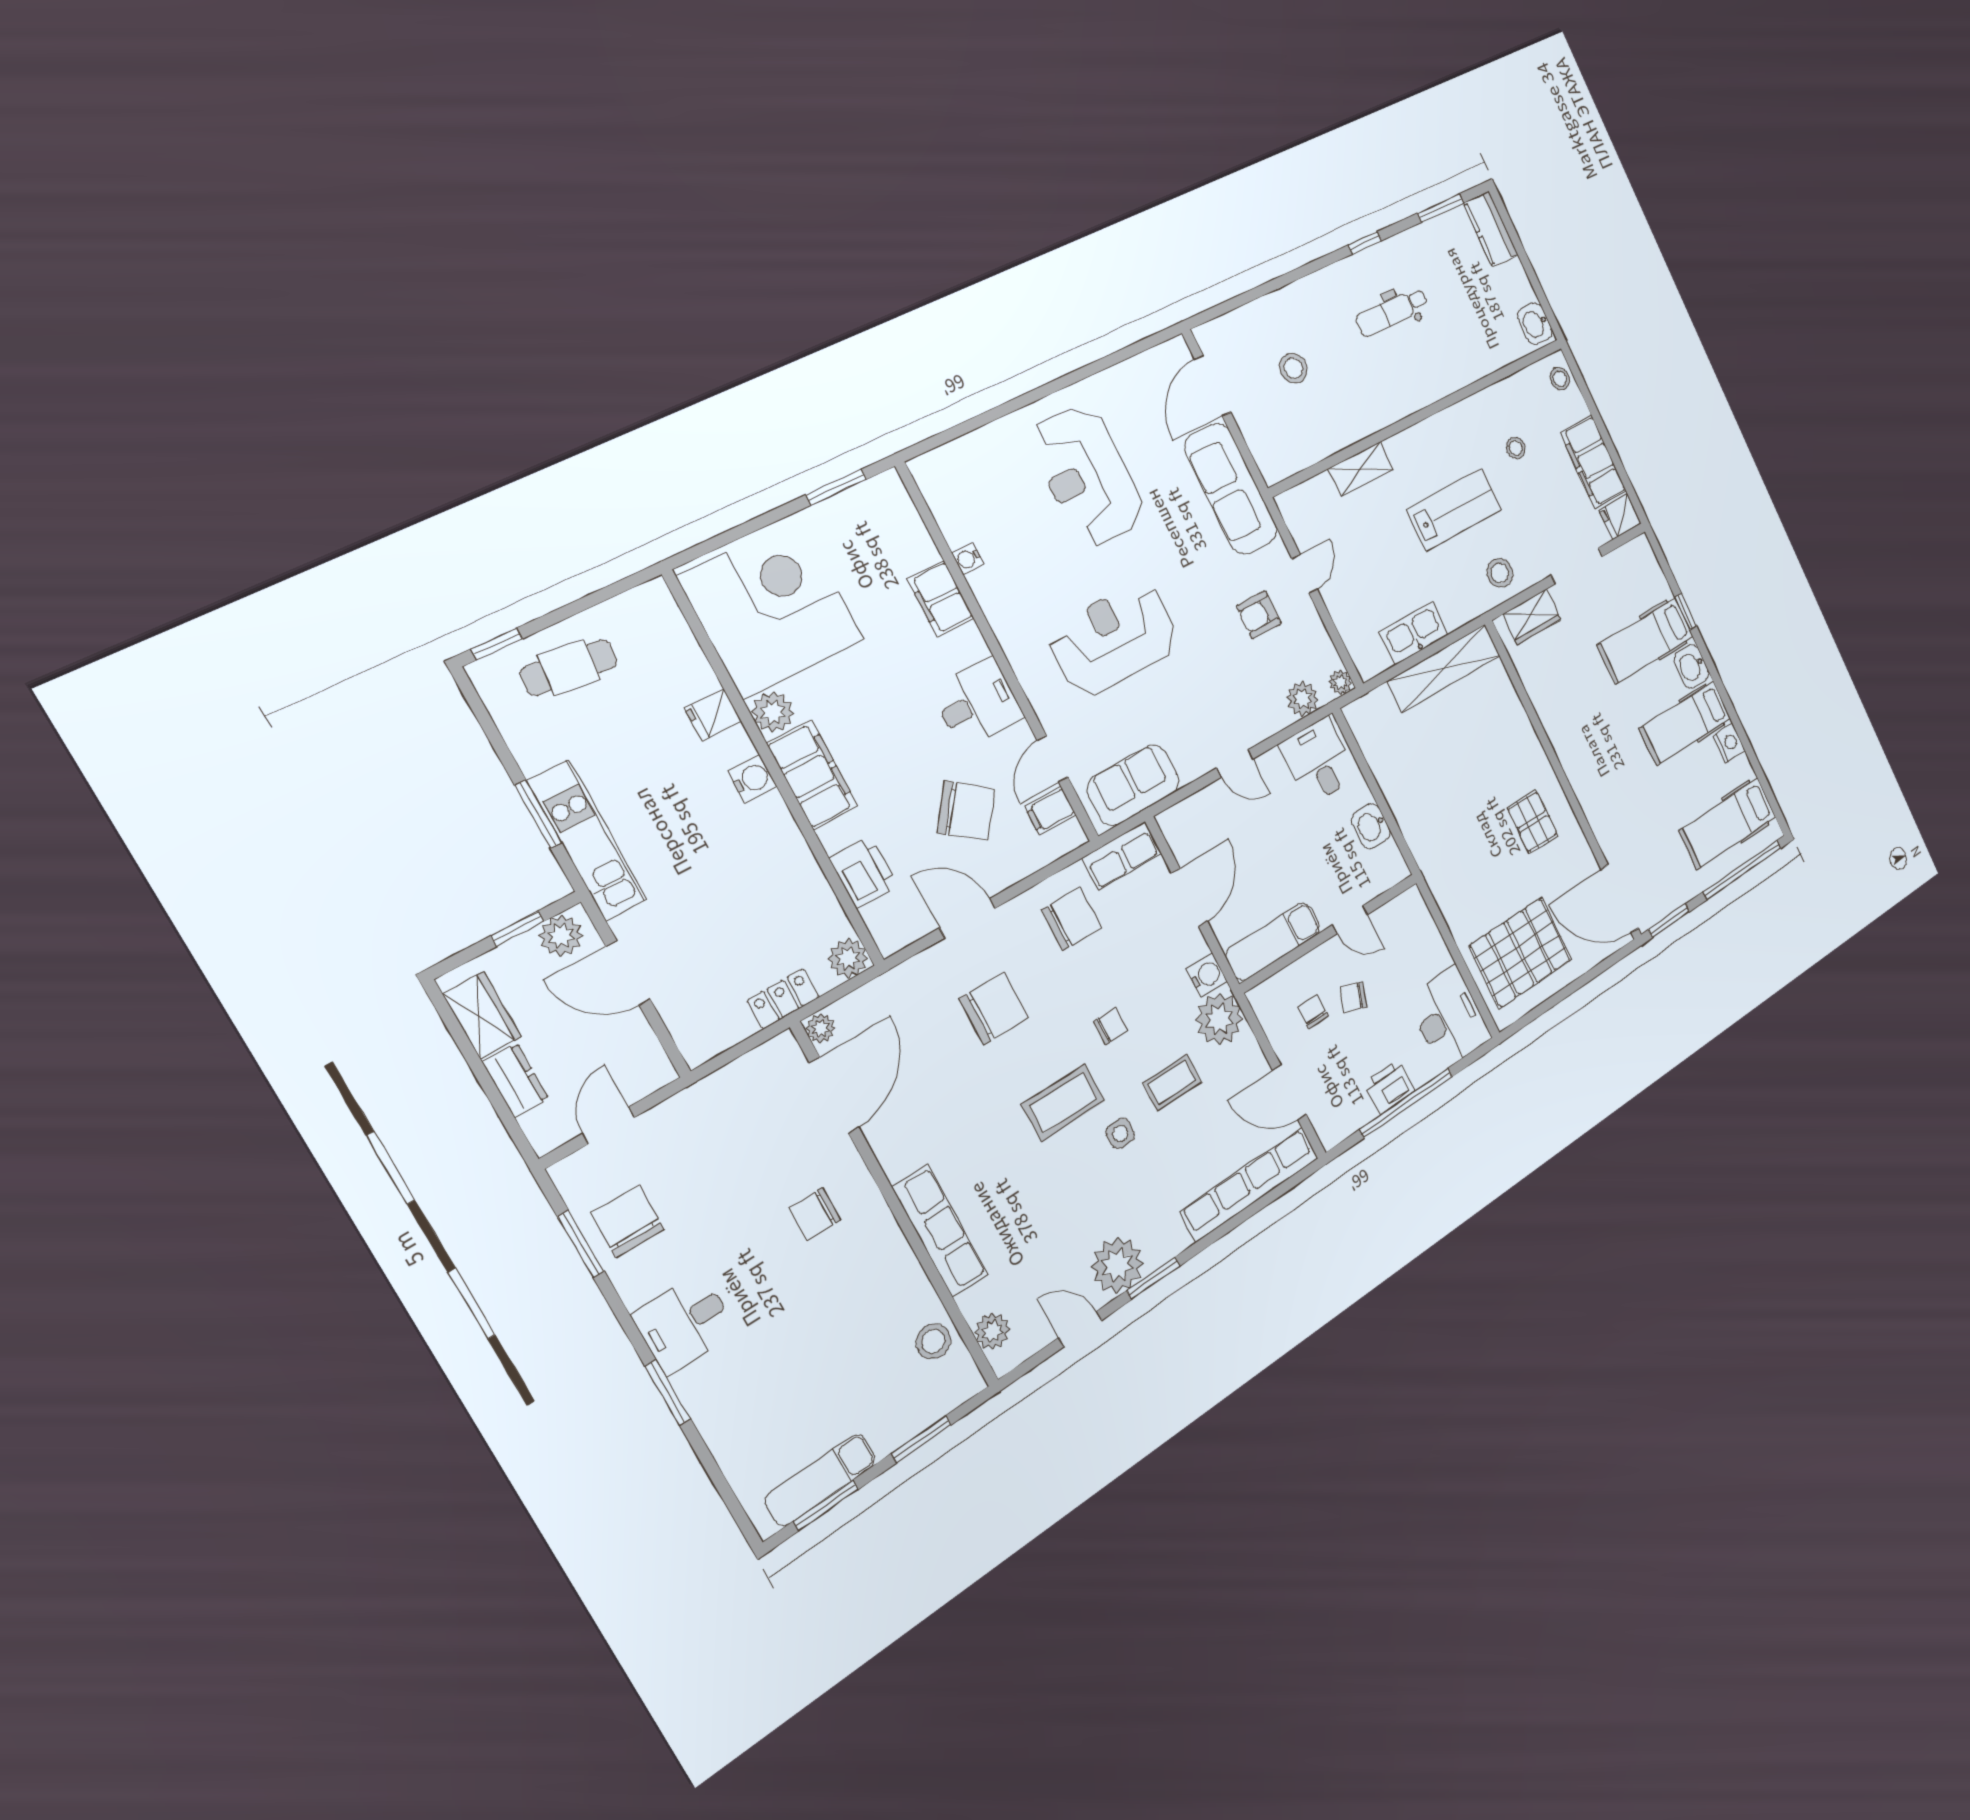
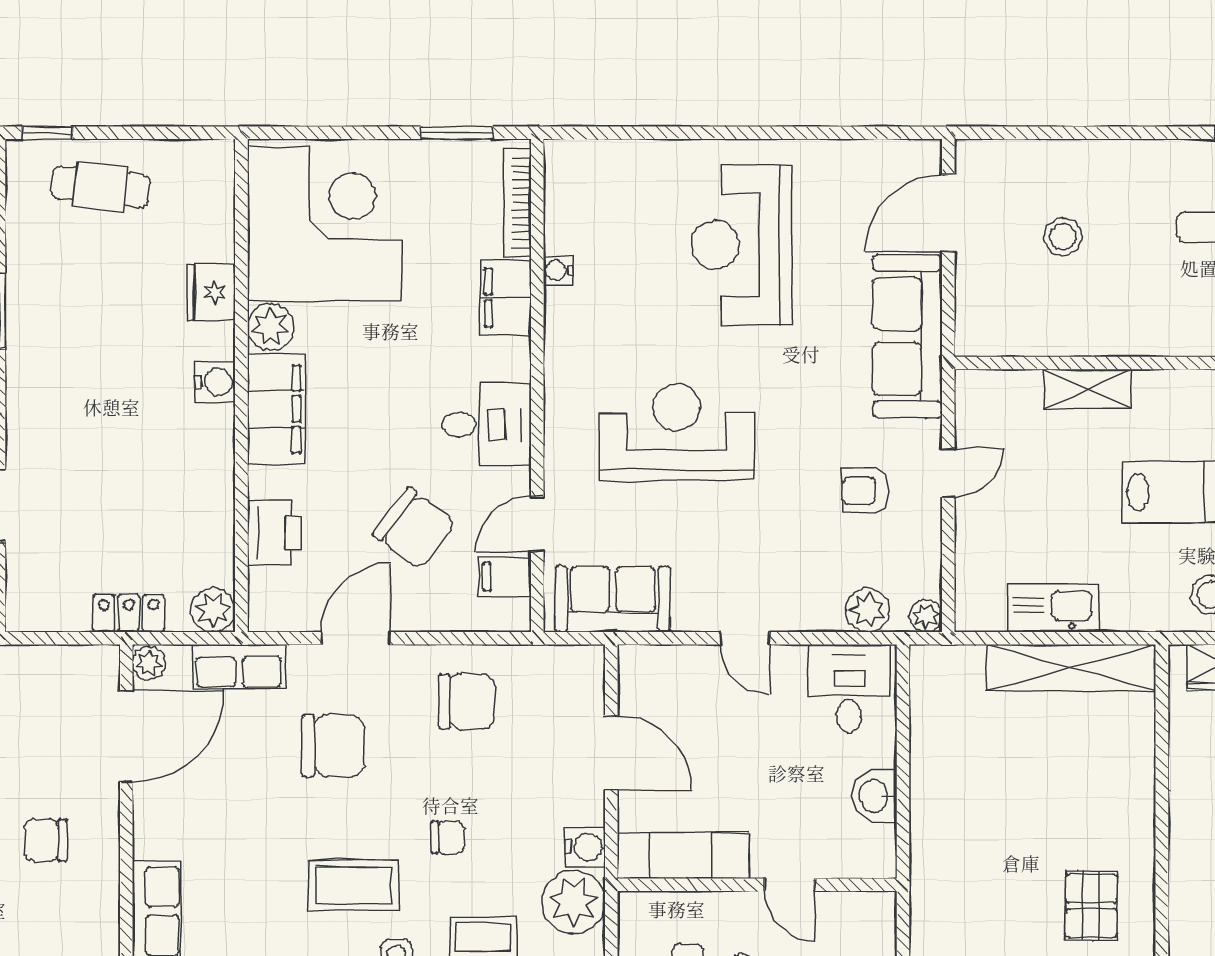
bookcase: (911, 521) -> (517, 203), added
fridge: (713, 715) -> (211, 292), width x1.38
kitchen unit: (587, 841) -> (29, 360), removed
row of seats: (1122, 856) -> (239, 667), moved
door: (1189, 897) -> (611, 753), hinge flipped
door: (967, 918) -> (356, 638), hinge flipped

